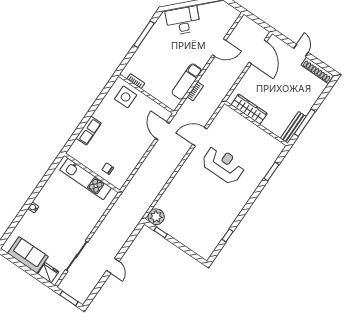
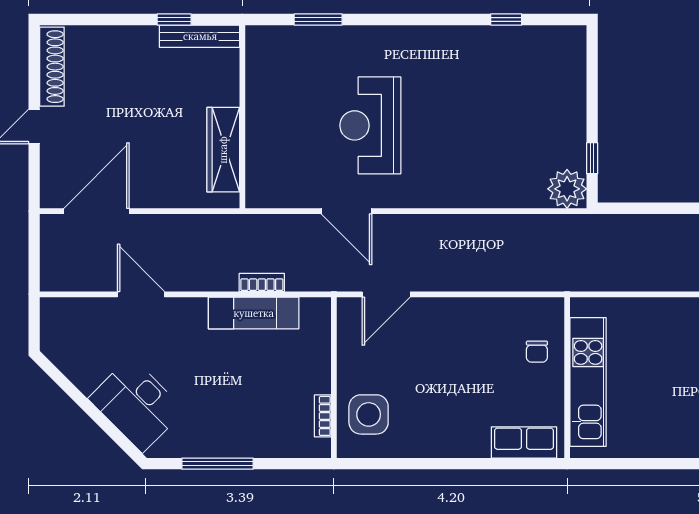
window: (305, 123) -> (174, 19), width x0.46
row of seats: (89, 131) -> (524, 442), moved

